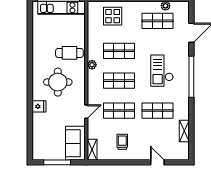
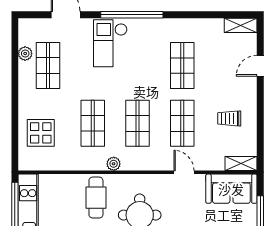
checkout: (162, 71) -> (110, 43), moved, turned 90
shelving: (184, 131) -> (241, 25), moved

